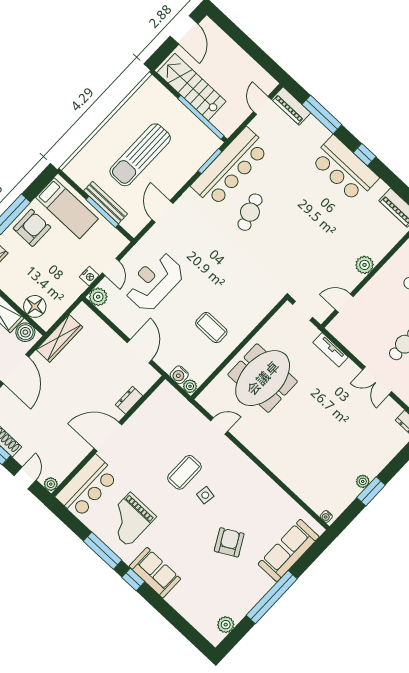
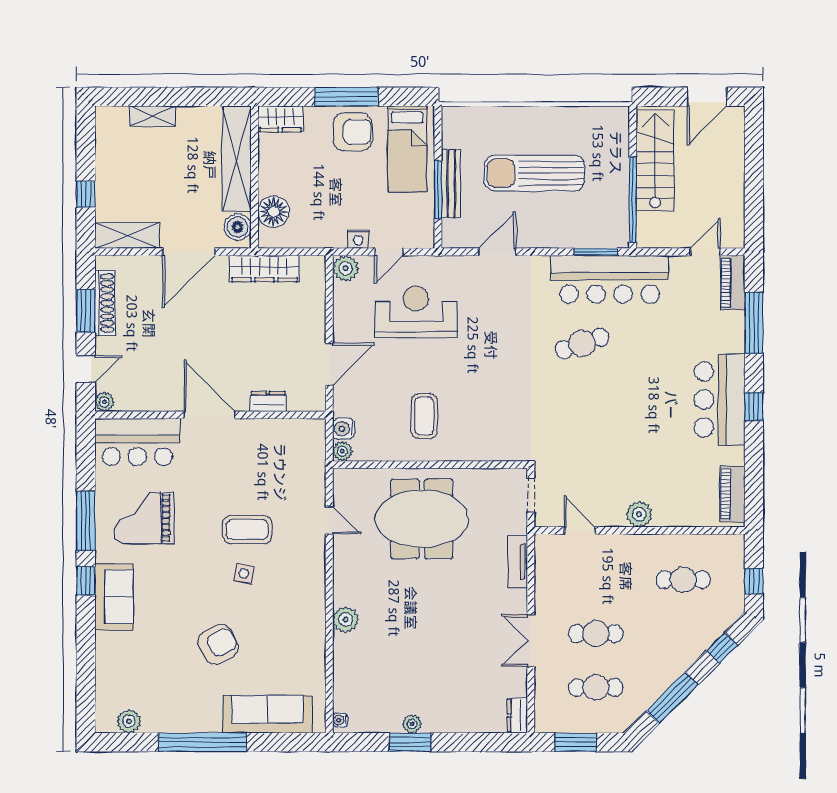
plant: (278, 465) -> (346, 620), added

